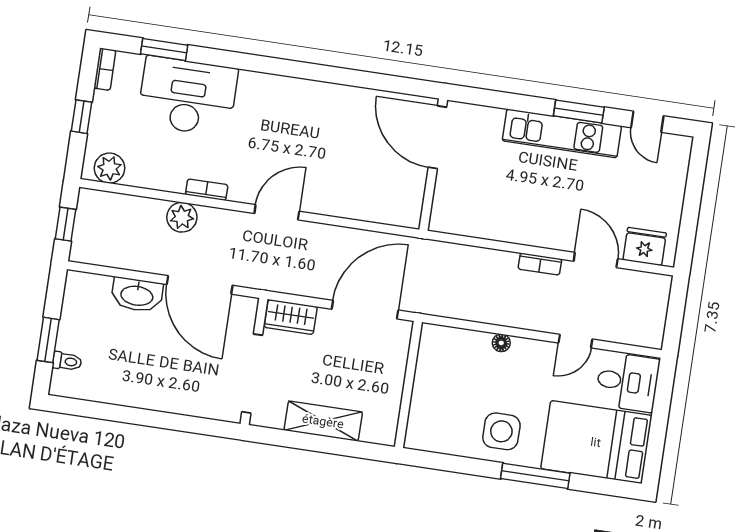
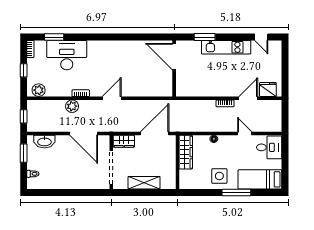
window: (579, 112) -> (205, 37), moved
door: (596, 260) -> (248, 98), hinge flipped
washbasin: (137, 295) -> (44, 142), moved
window: (48, 340) -> (24, 153), moved
door: (575, 341) -> (245, 134), swing flipped
wardrobe: (431, 364) -> (186, 152), added
bed: (596, 442) -> (260, 179), width x0.67

